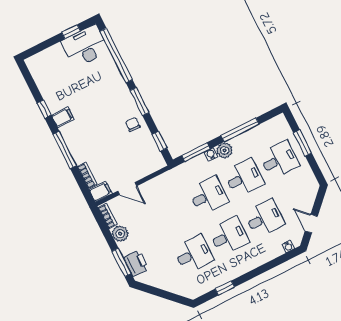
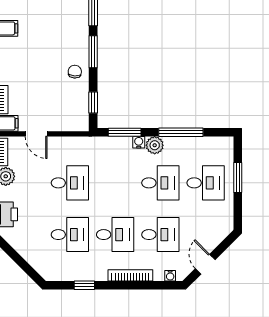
desk: (208, 196) -> (70, 183), moved
bookcase: (257, 262) -> (130, 275), added

